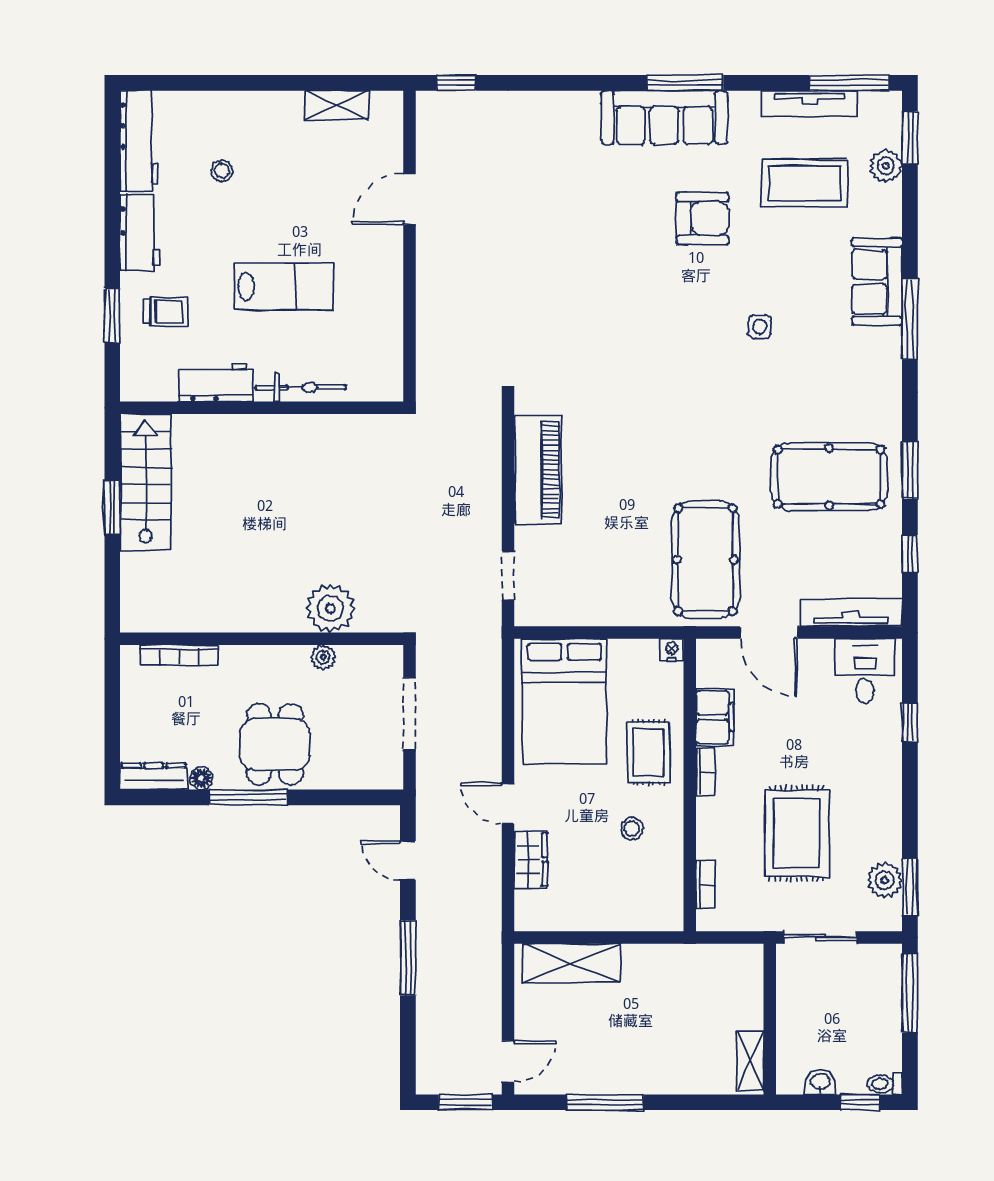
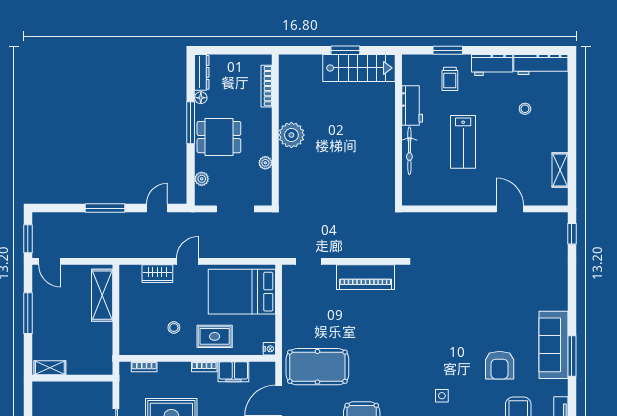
plant: (330, 608) -> (291, 135), moved
plant: (353, 777) -> (202, 179), added
wall: (770, 1019) -> (72, 378), moved
shelving: (750, 1061) -> (50, 368), moved

